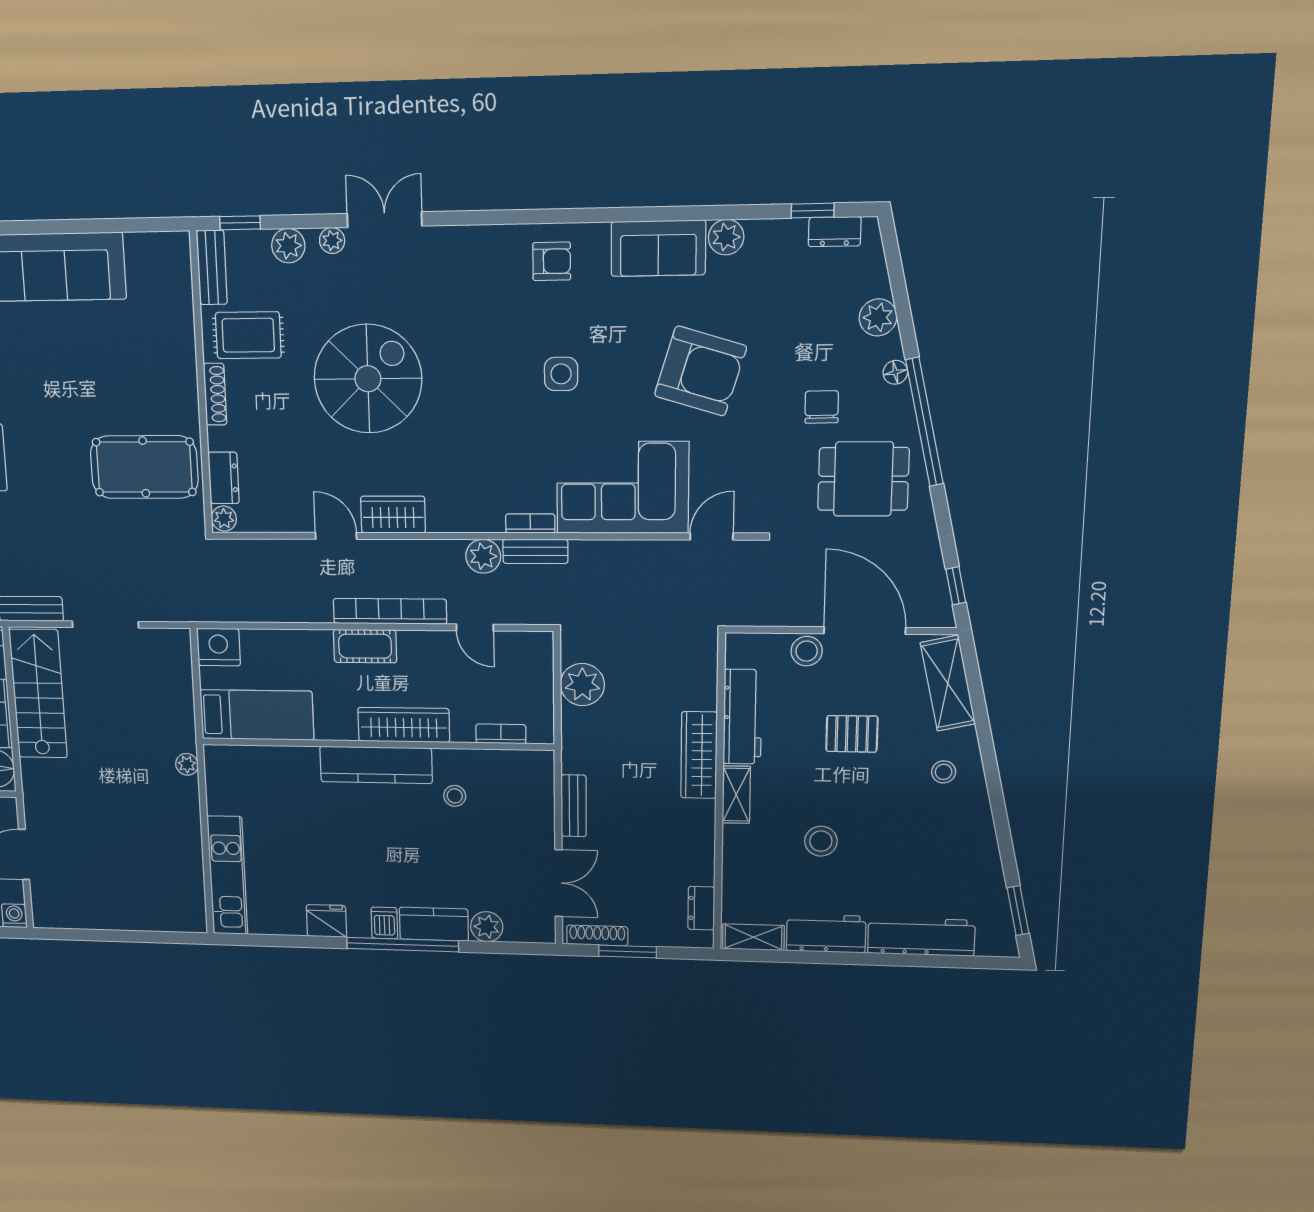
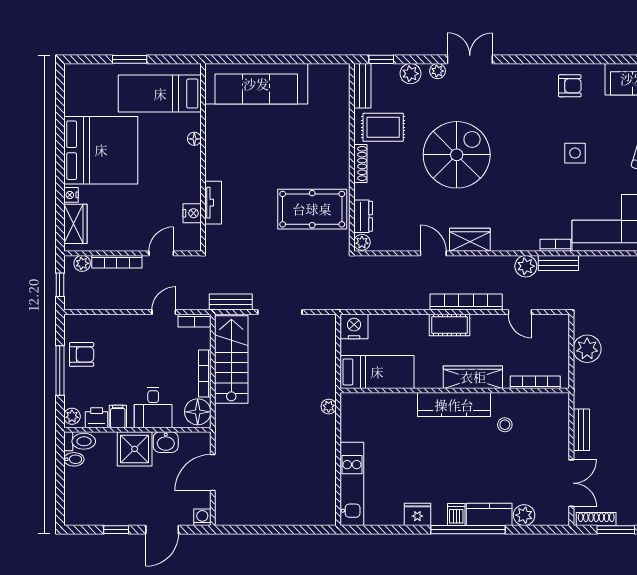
bookcase: (501, 734) -> (535, 382), width x1.56

